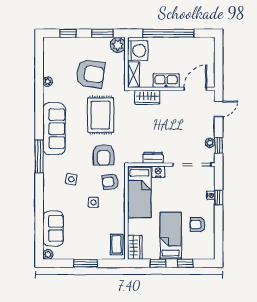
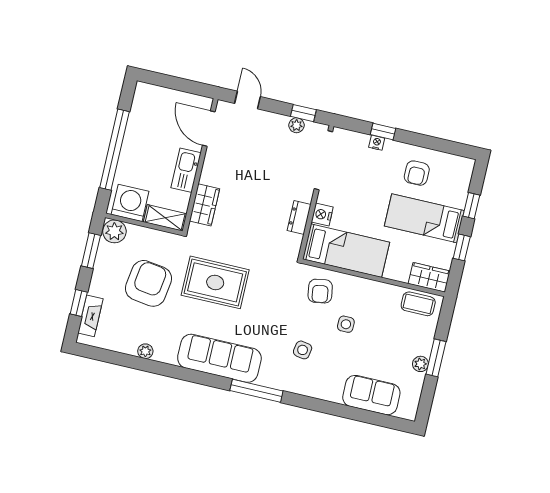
fireplace: (62, 42) -> (90, 316), added
armchair: (104, 155) -> (277, 292), removed
plant: (48, 254) -> (420, 364), moved

